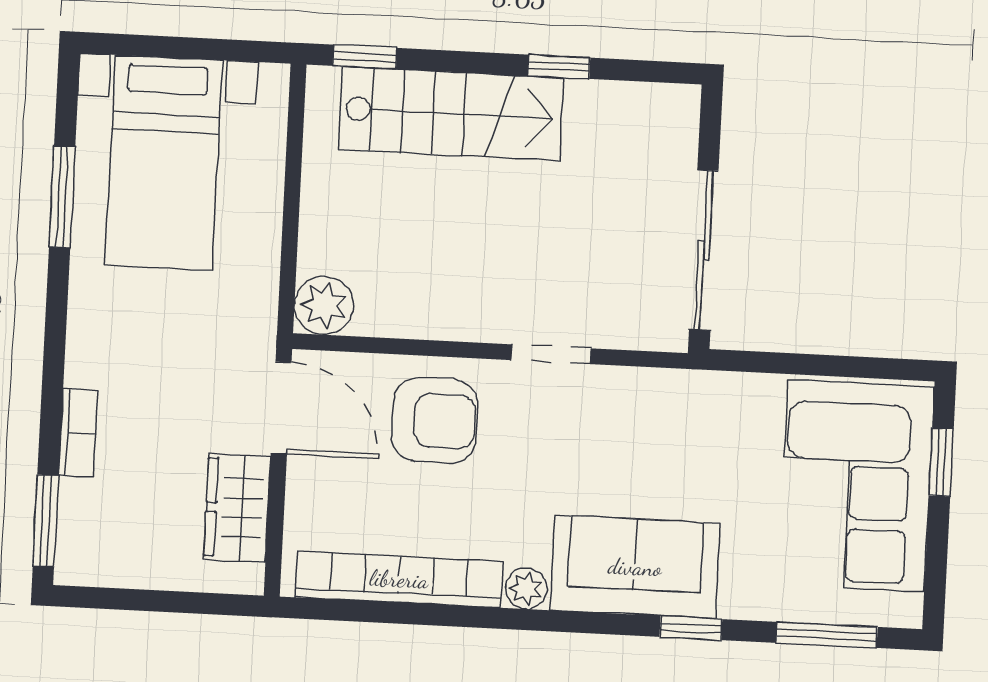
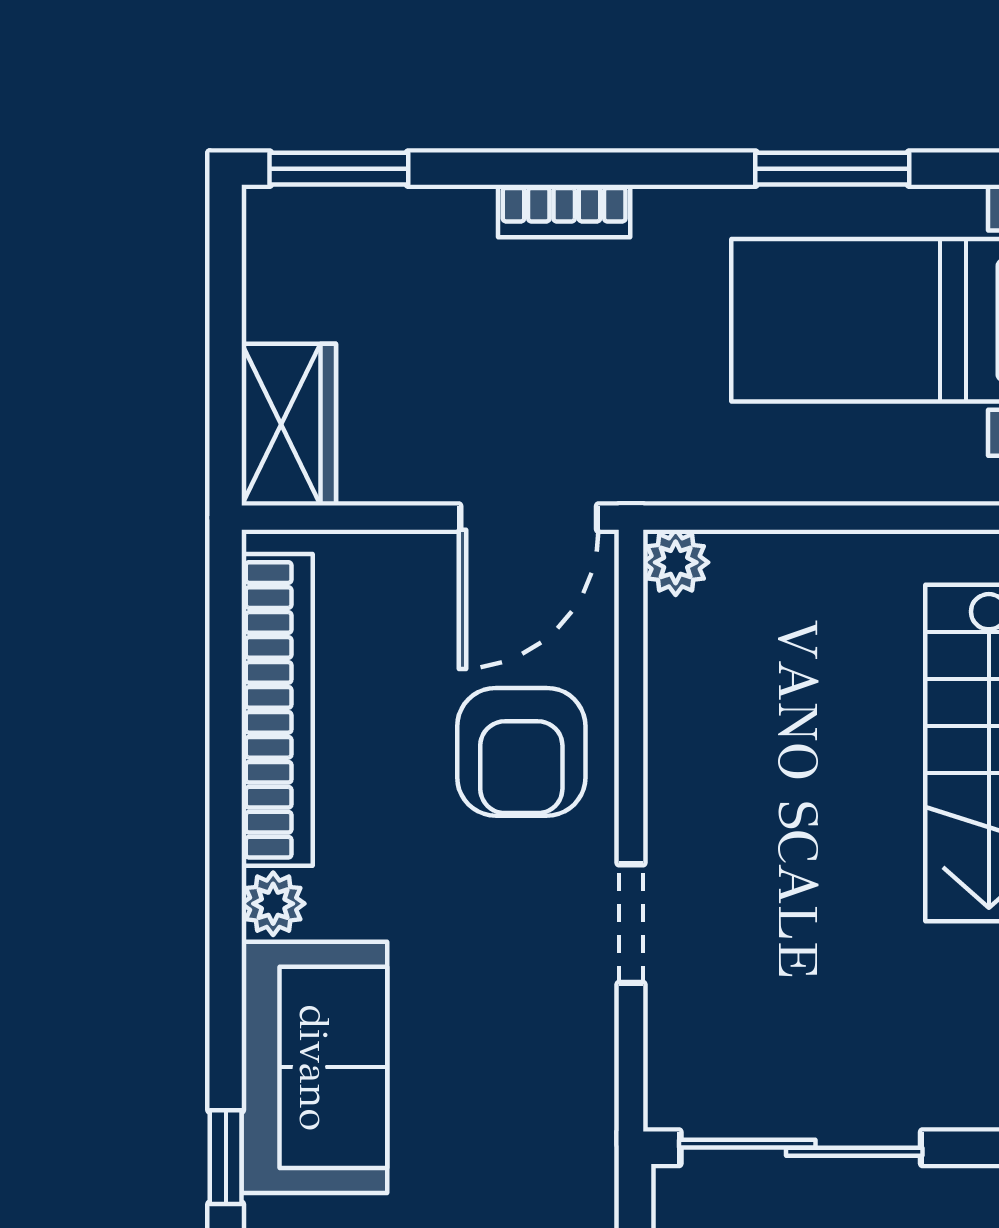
plant: (324, 305) -> (676, 562), width x0.73, depth x0.73
bookcase: (78, 433) -> (564, 211), moved
wardrobe: (237, 508) -> (289, 425), moved, turned 90

